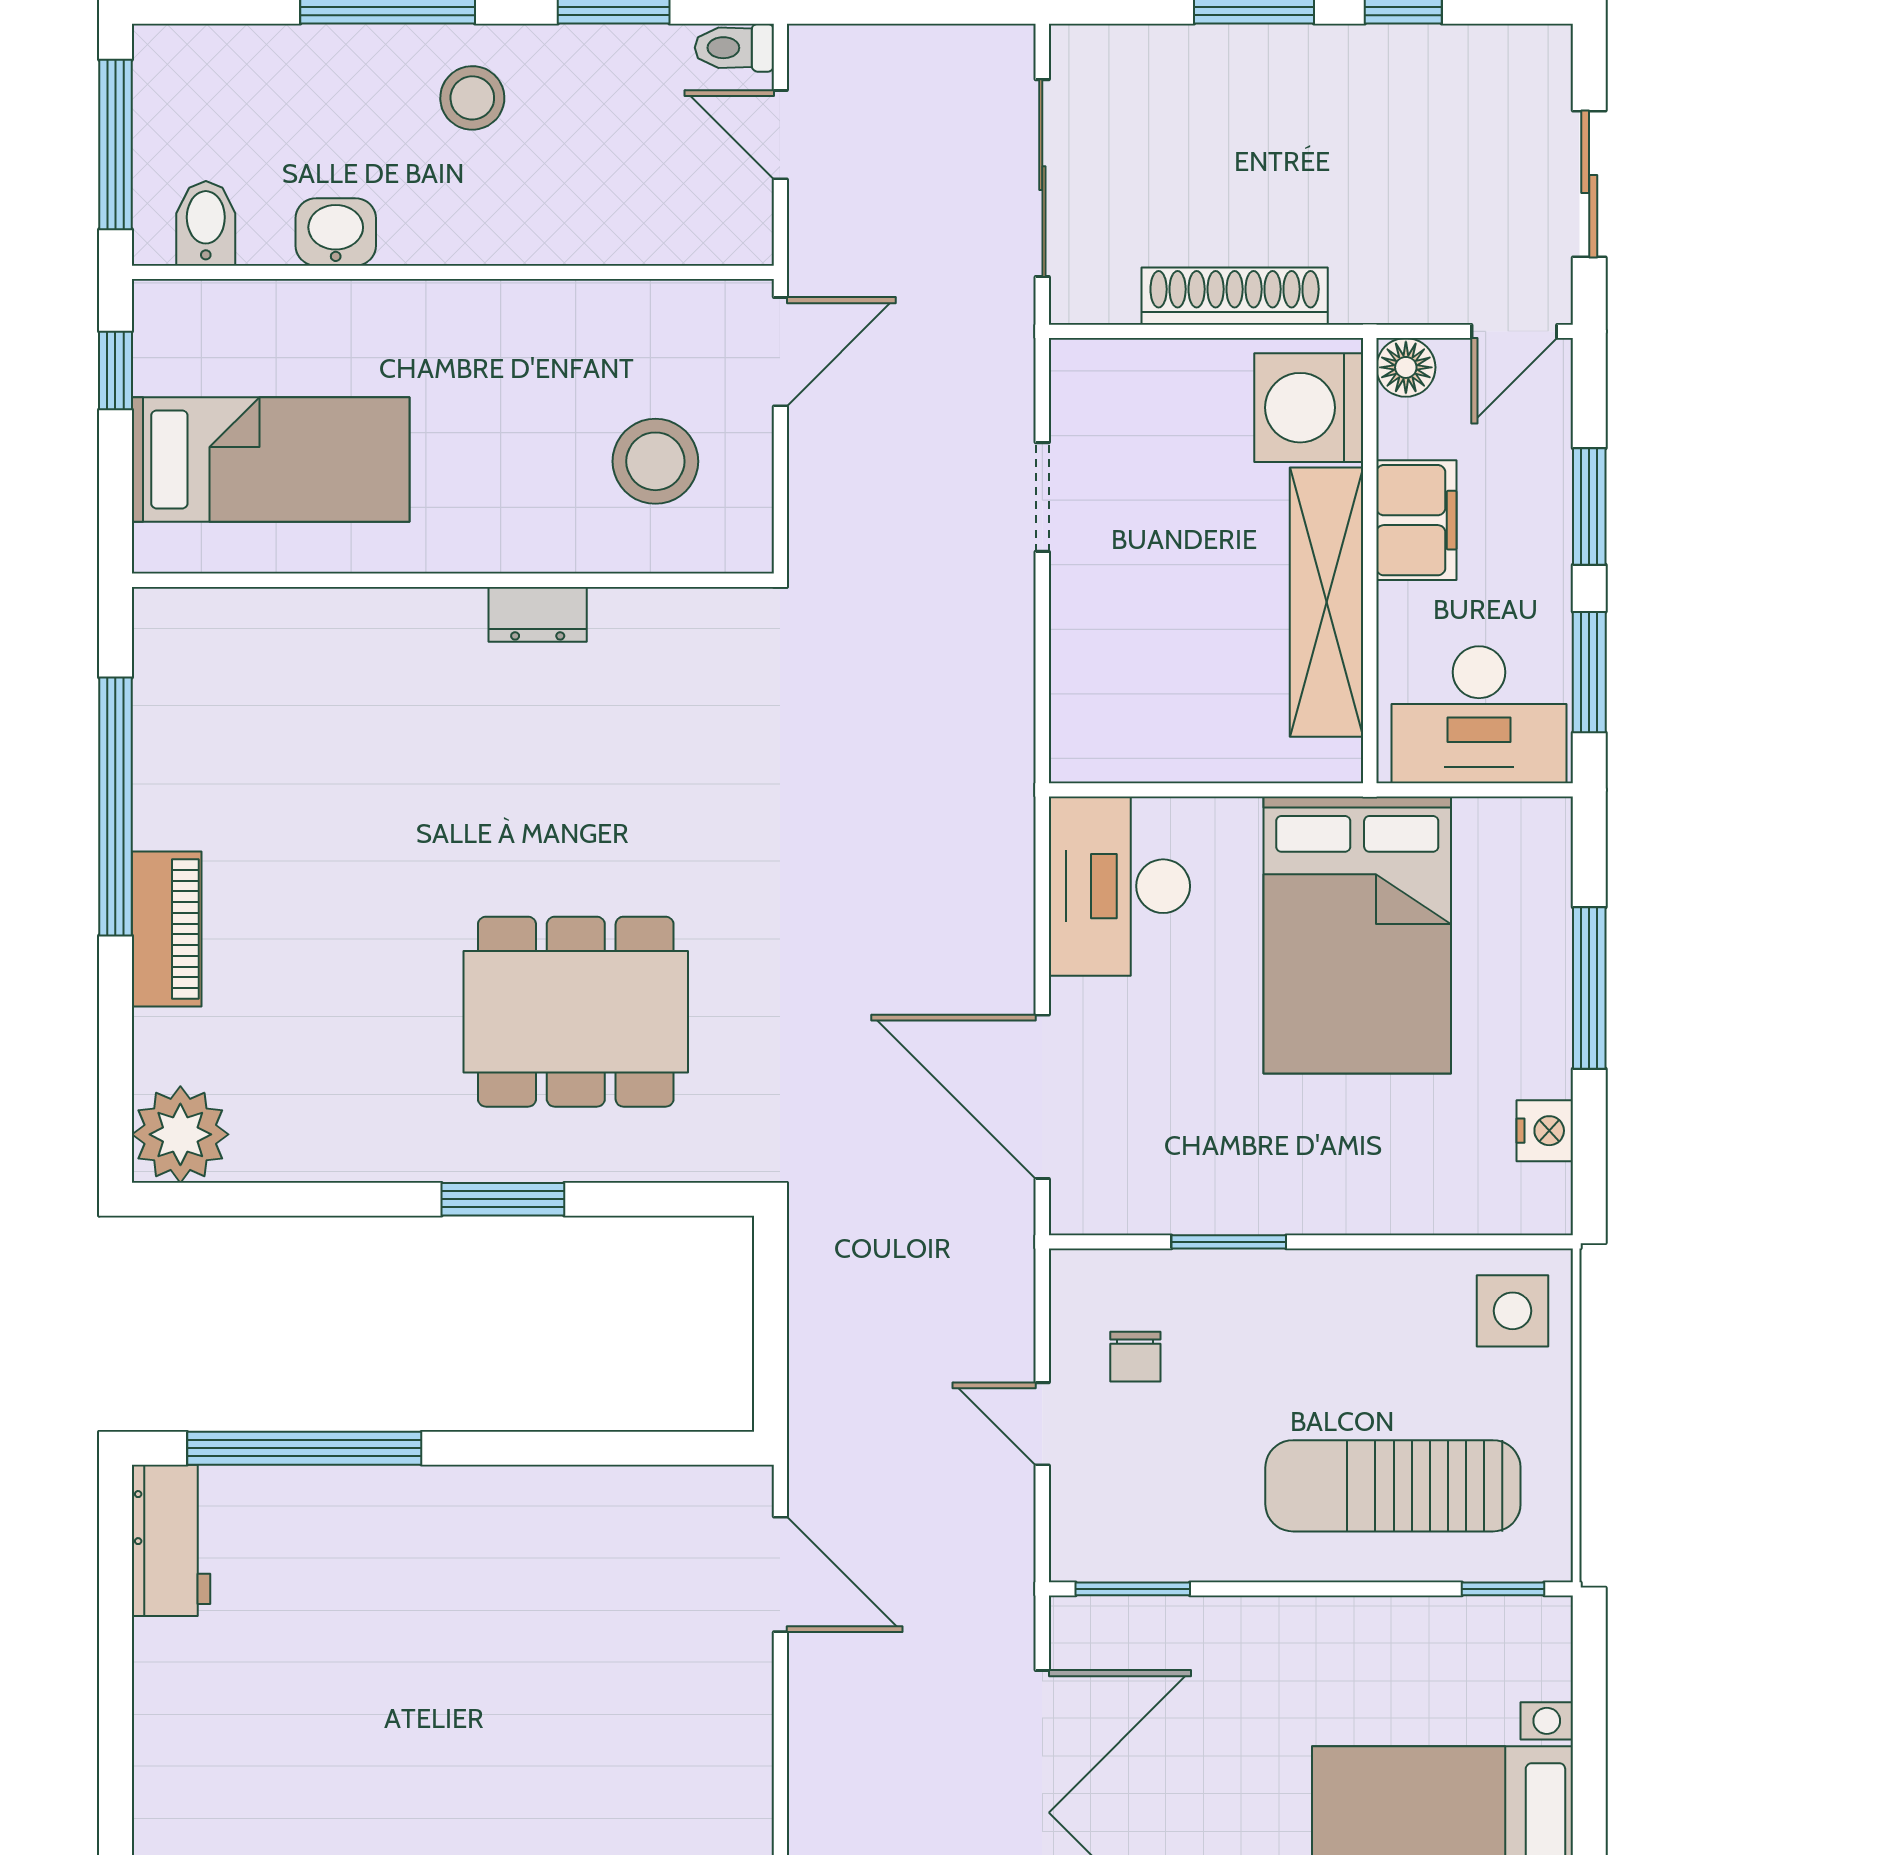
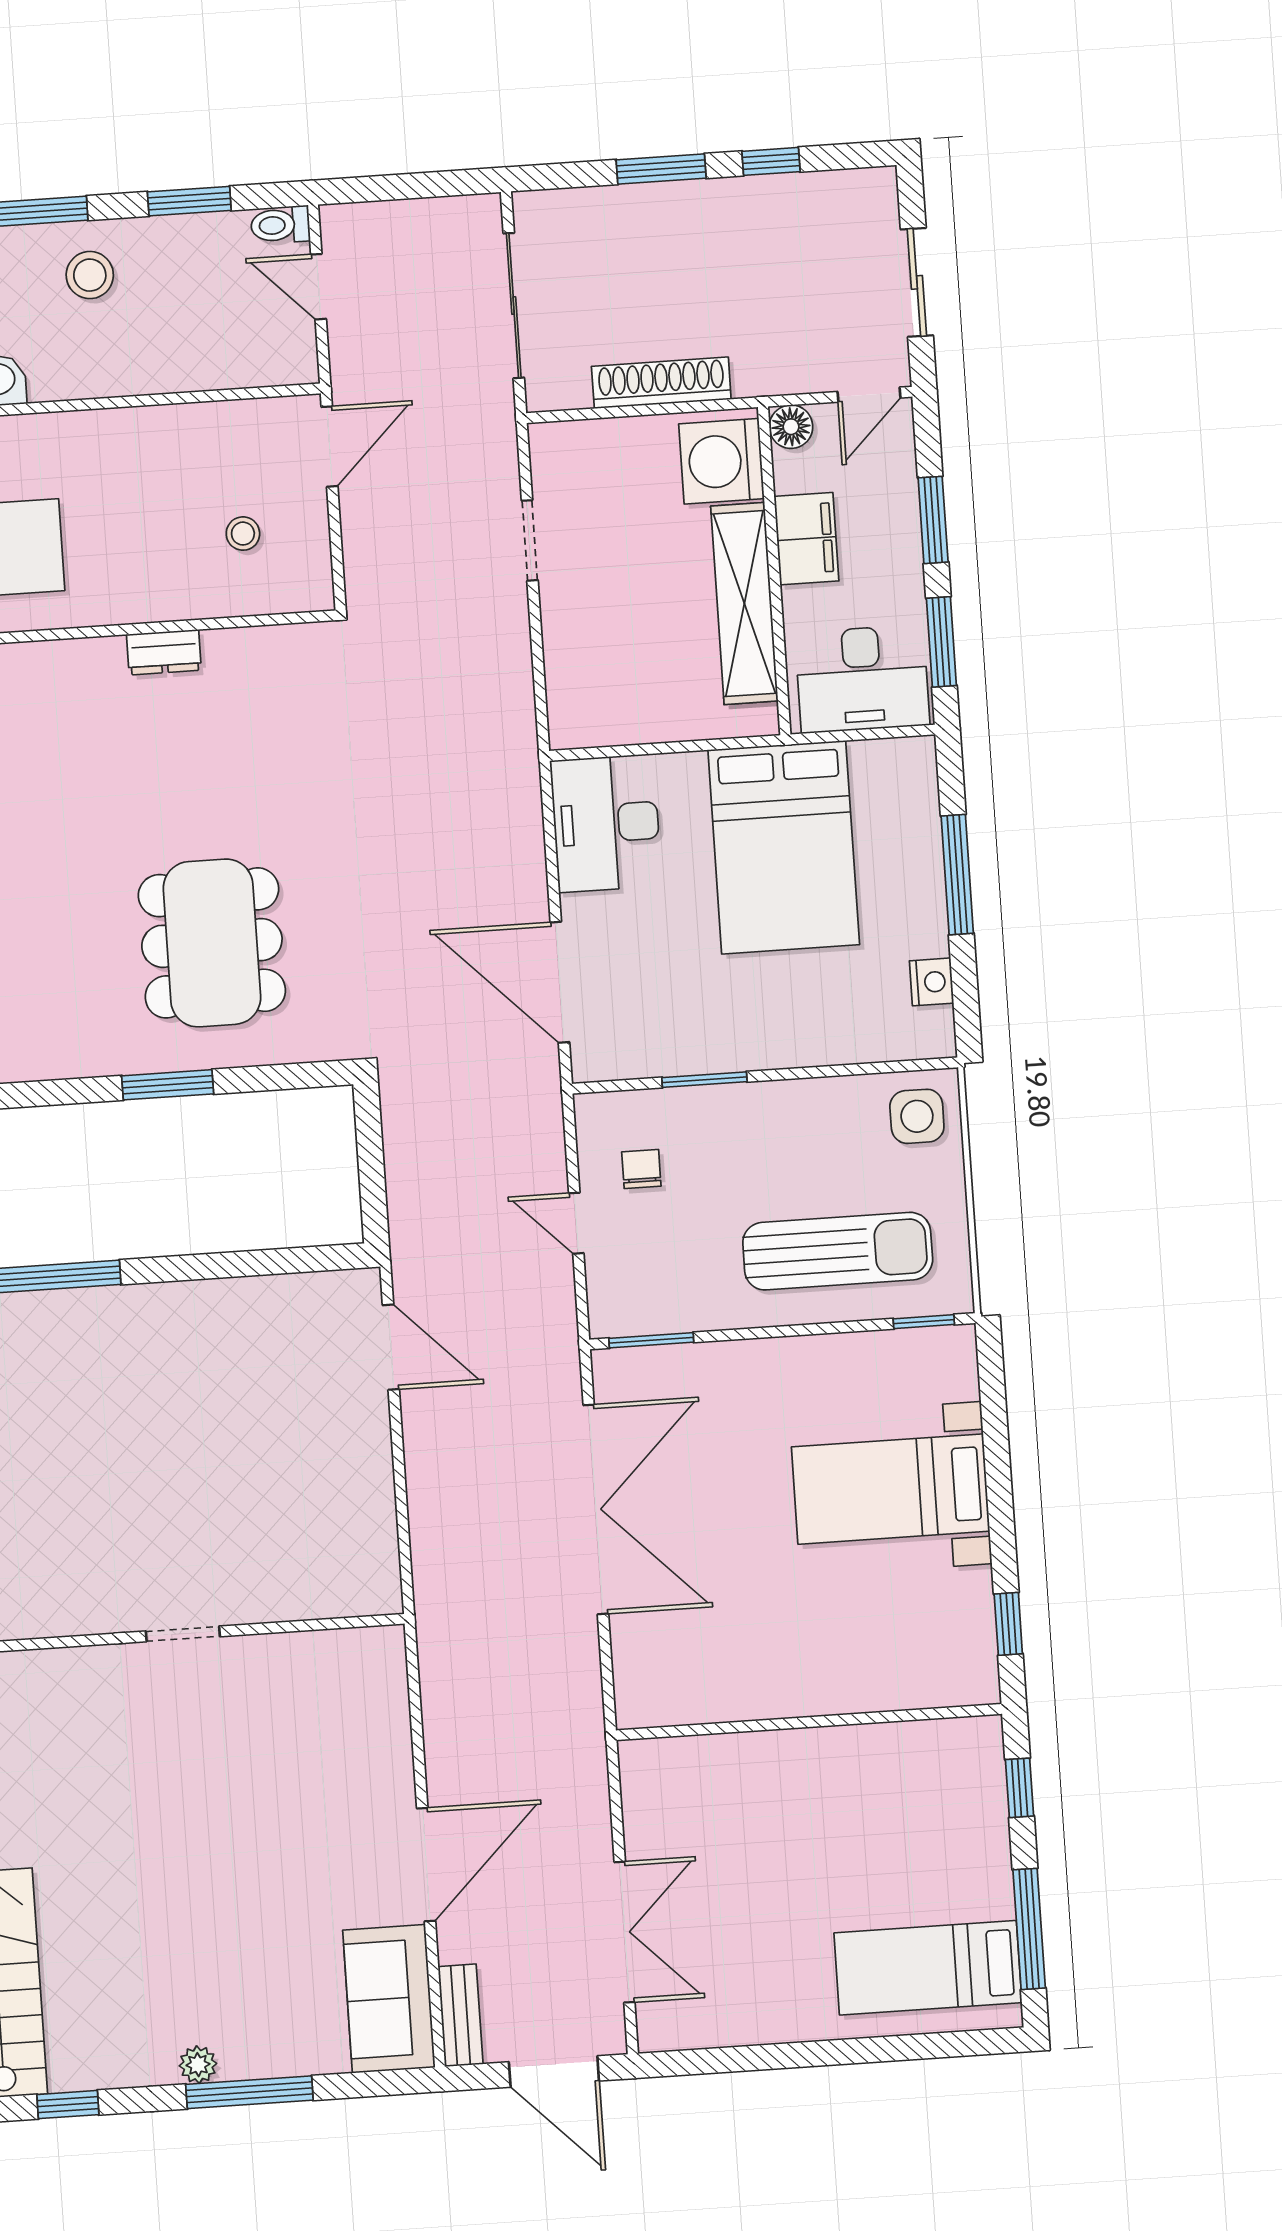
stool: (655, 461) -> (243, 534), width x0.53, depth x0.53
dining table: (576, 1012) -> (212, 943), turned 90
chair: (1135, 1357) -> (641, 1169), turned 180
sun lounger: (1393, 1486) -> (838, 1251), turned 180

